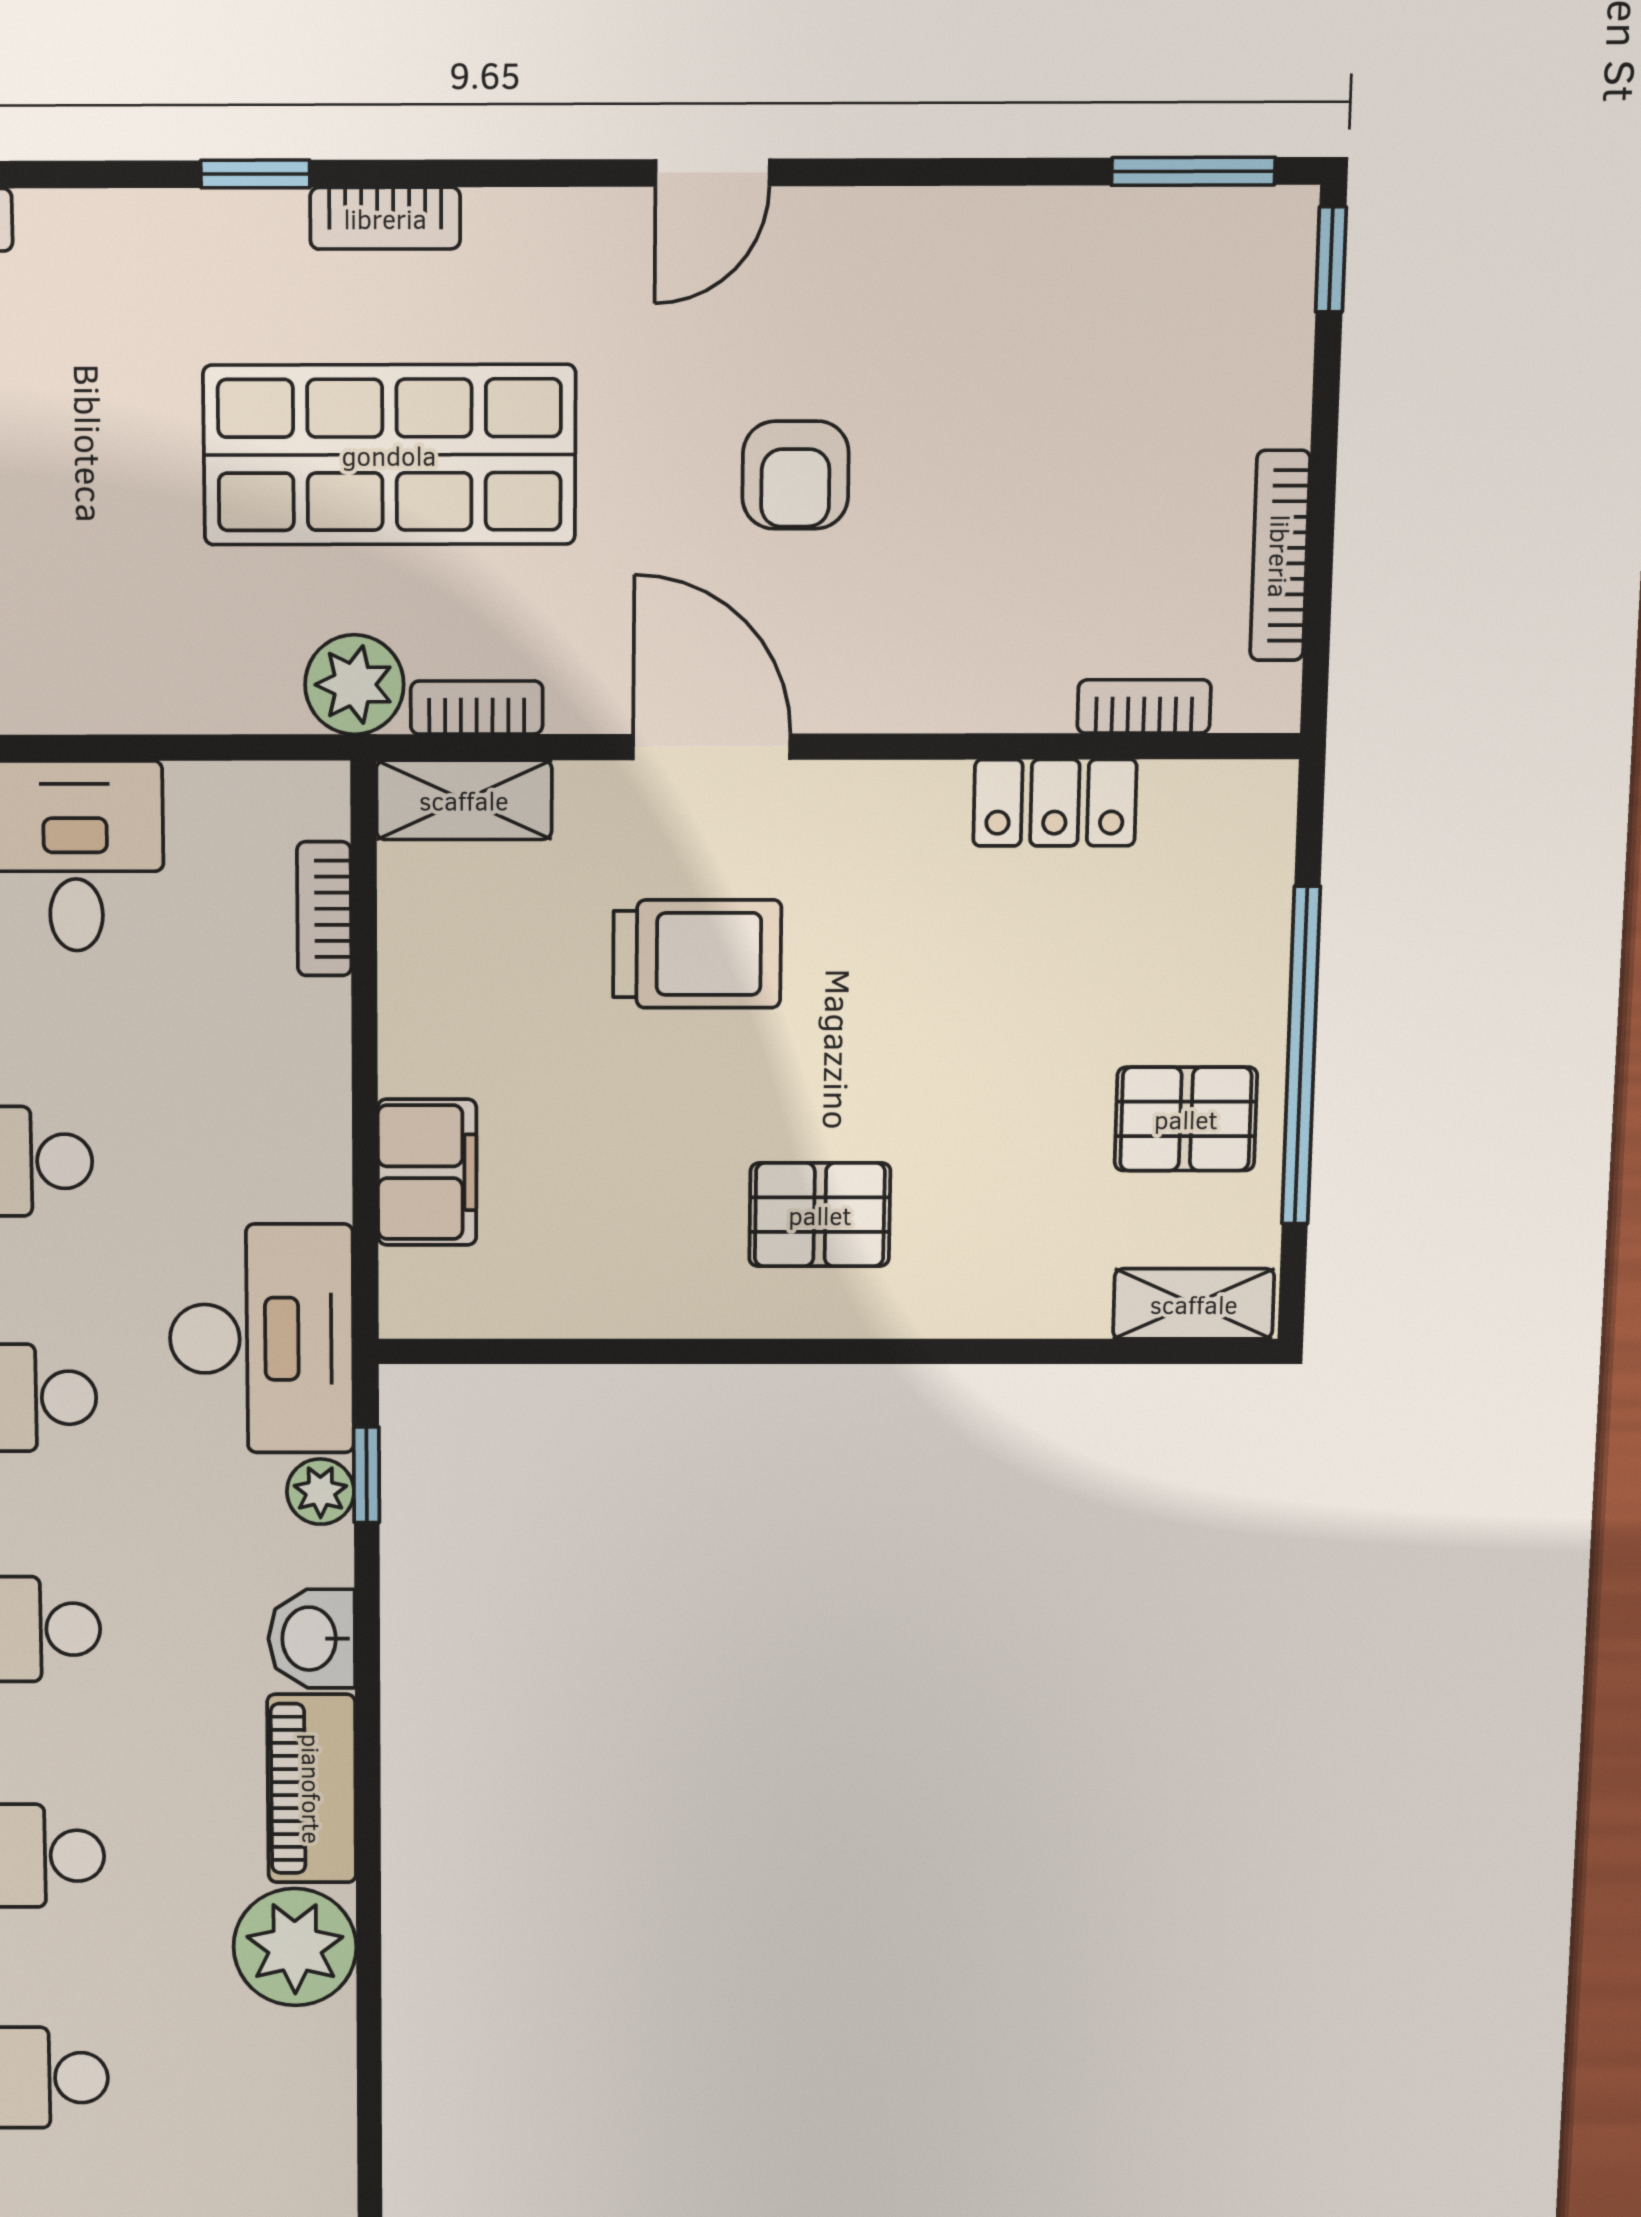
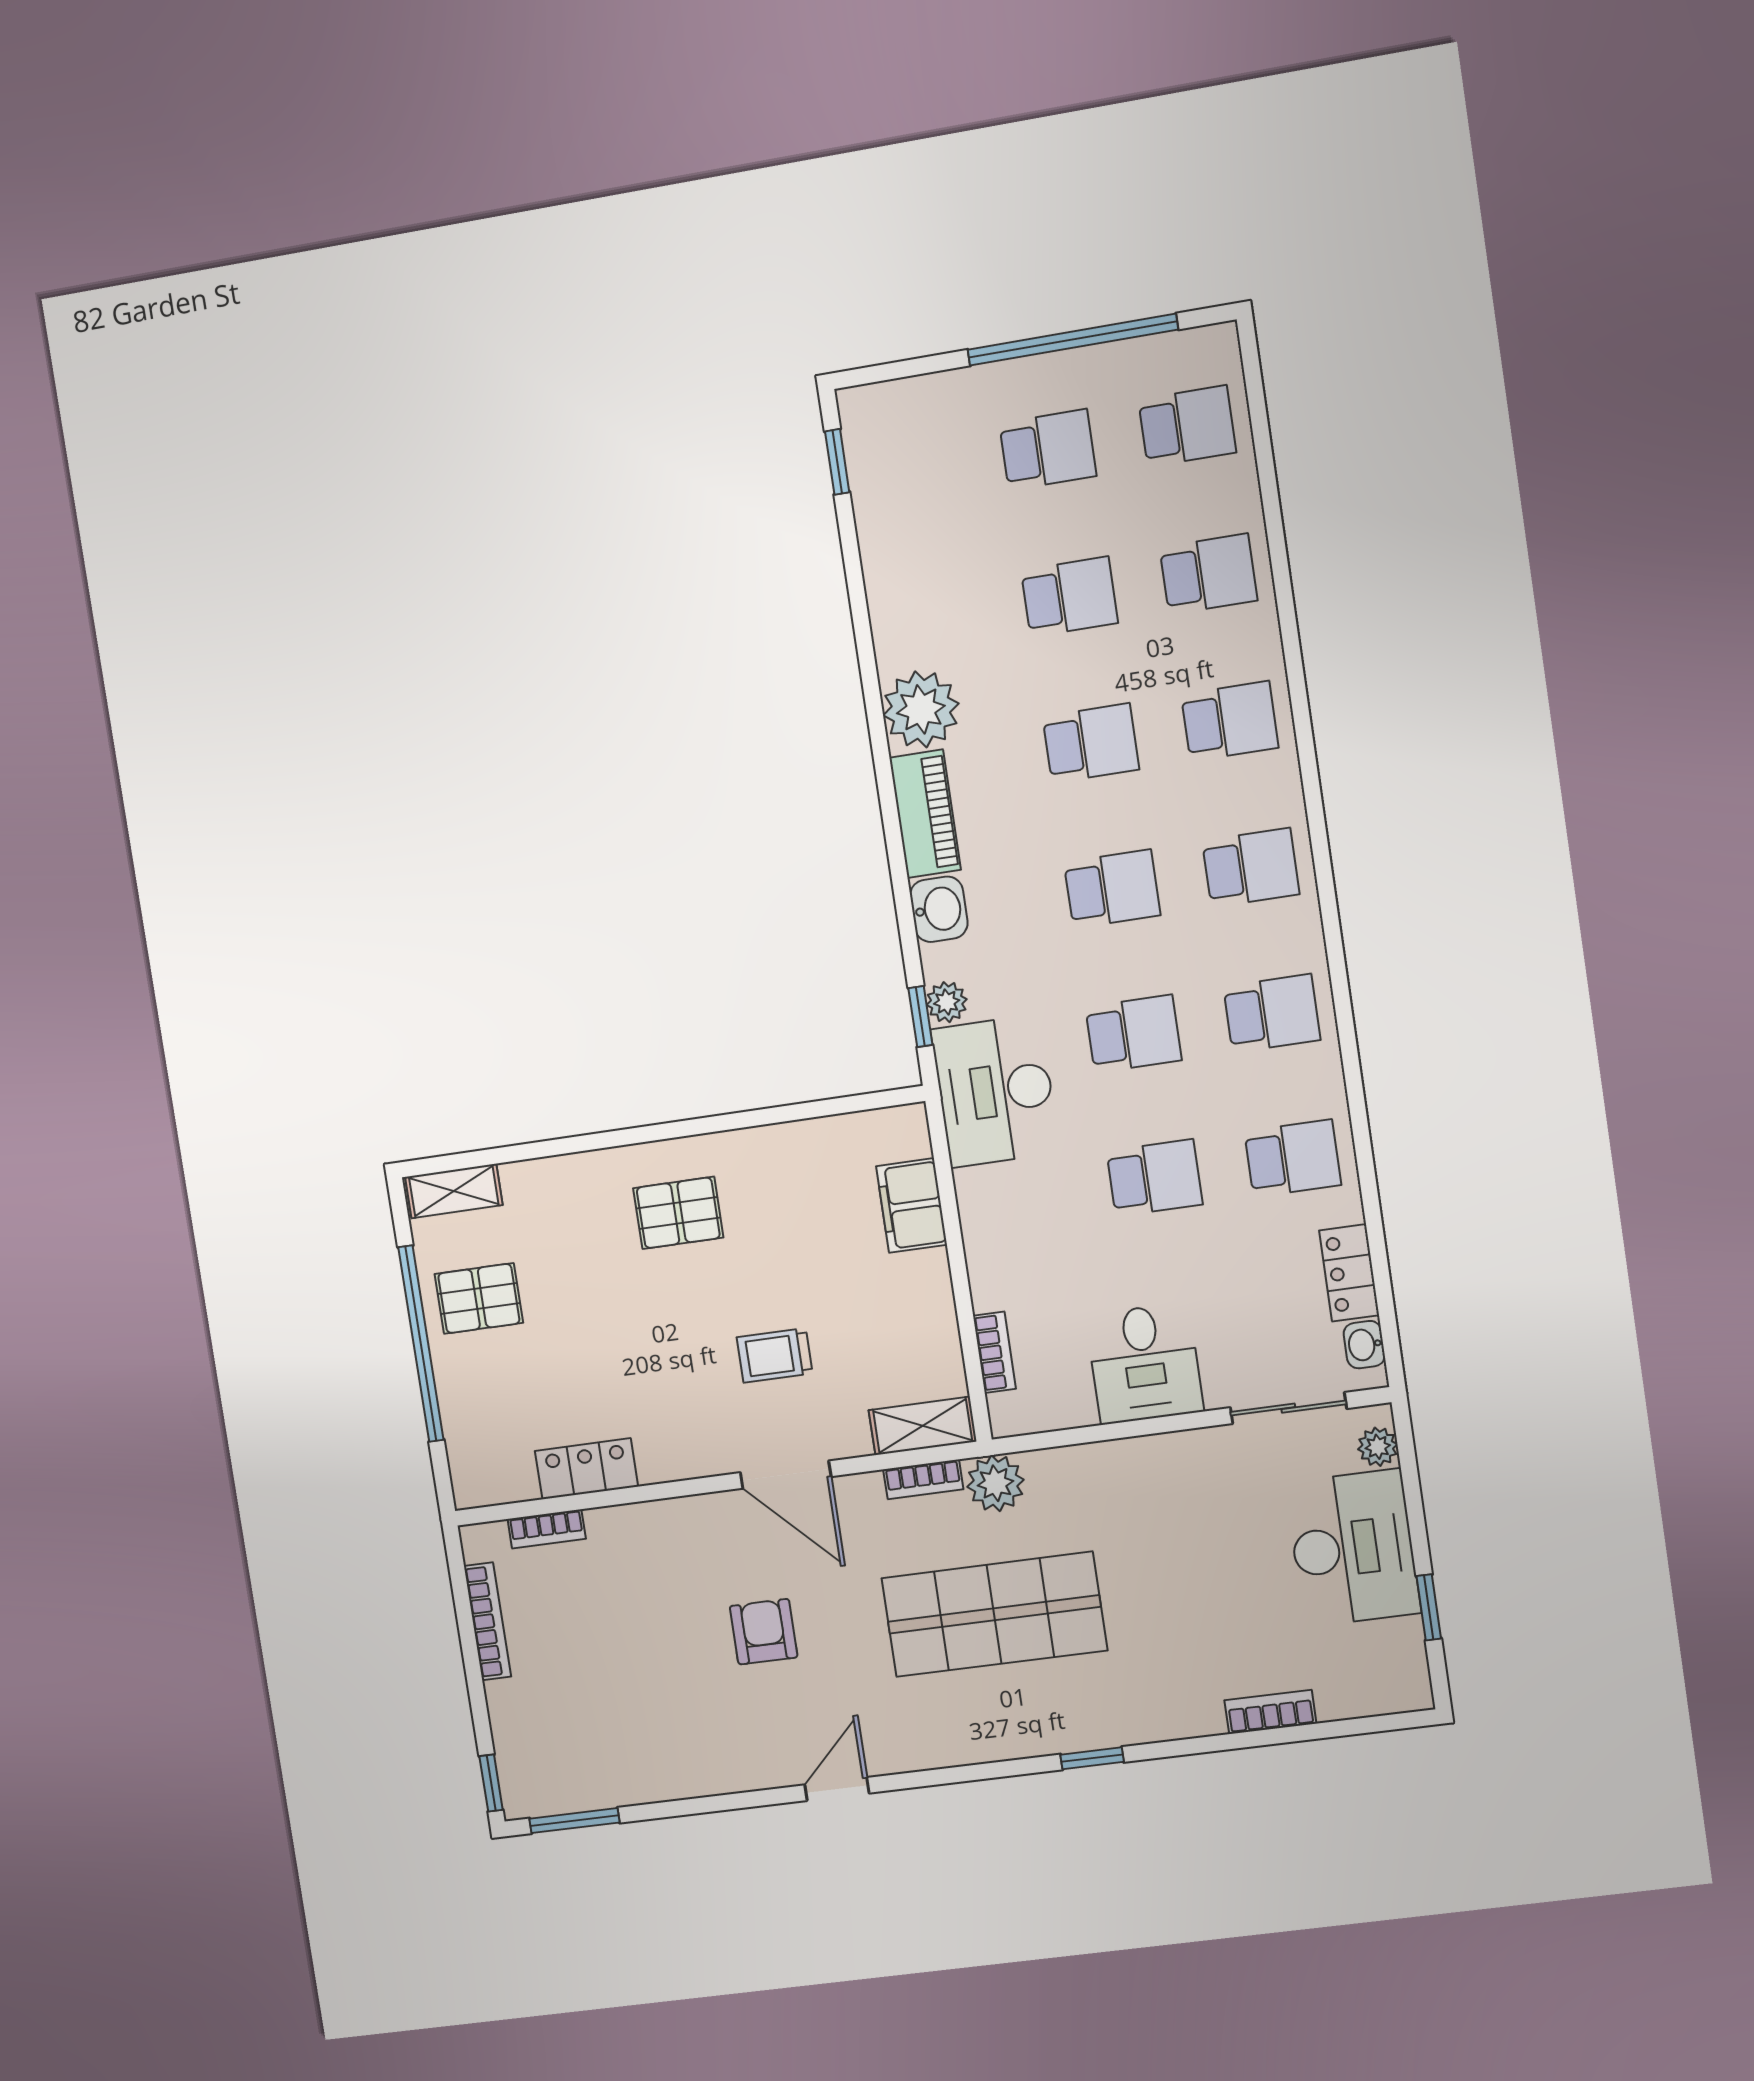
bookcase: (385, 218) -> (1016, 1743), removed
trolley: (697, 954) -> (775, 1355), width x0.73, depth x0.72

